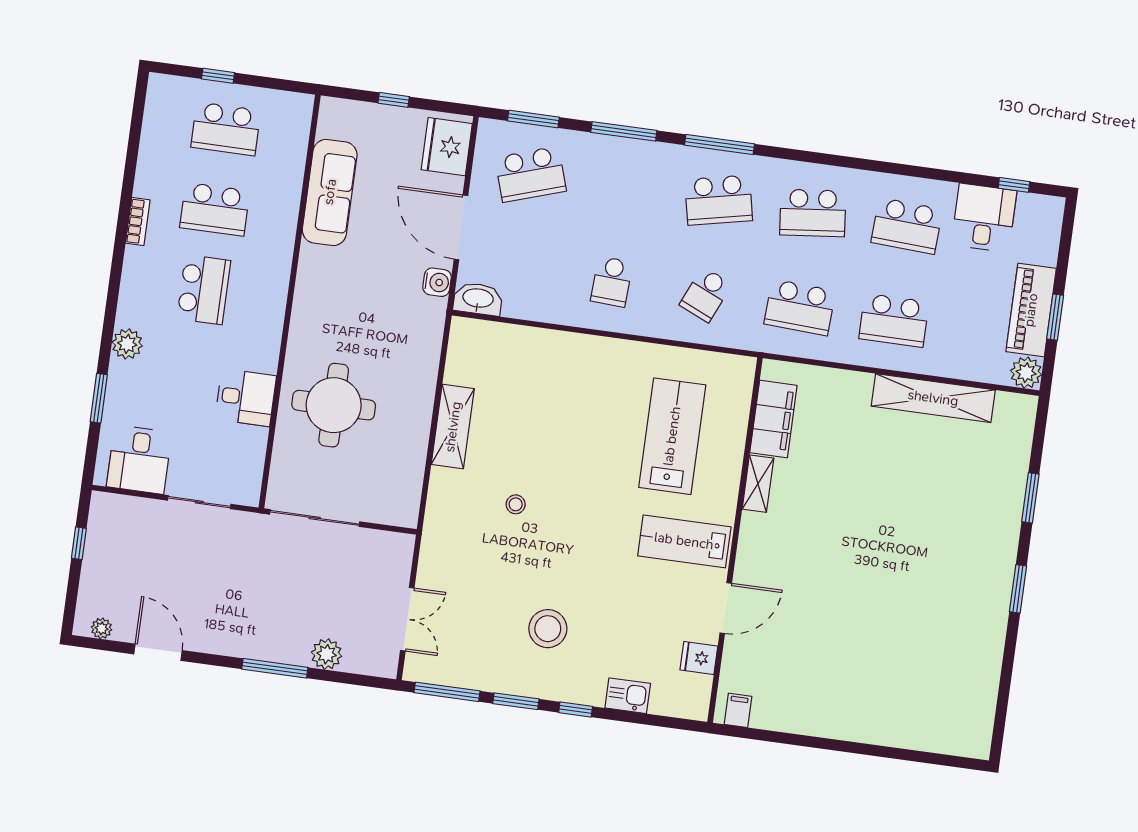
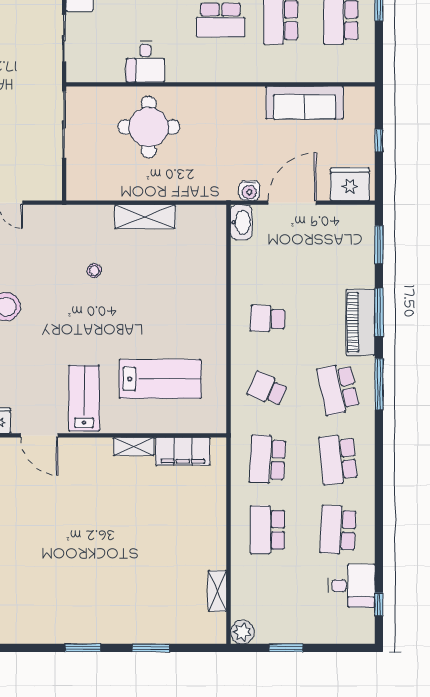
school desk: (530, 174) -> (338, 248), removed
piano: (1031, 310) -> (361, 322), moved, turned -90
shelving: (933, 398) -> (217, 591), width x0.45, depth x0.75

